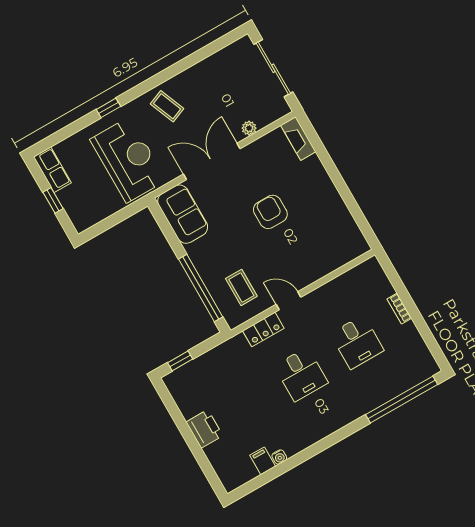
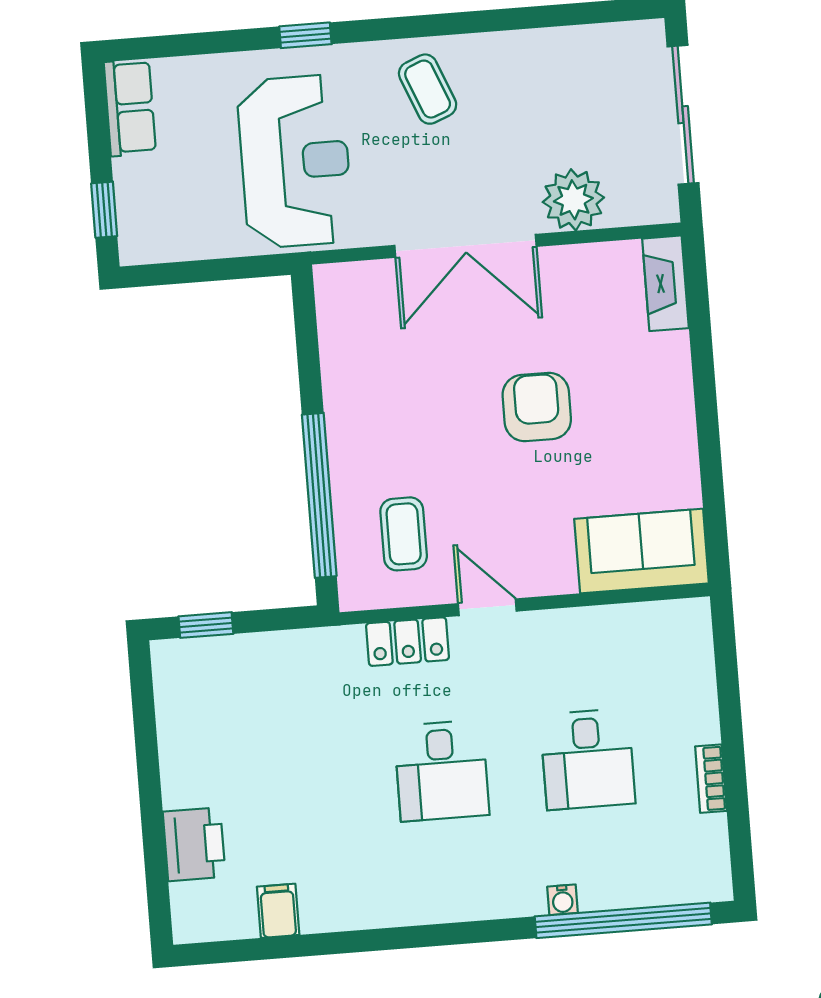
plant: (249, 128) -> (573, 200), width x1.88, depth x1.88
double door: (212, 161) -> (466, 246), swing flipped
window: (53, 200) -> (104, 210), moved
sofa: (183, 214) -> (642, 551), moved, turned -90
bookcase: (399, 309) -> (711, 779), moved
printer: (204, 429) -> (194, 844), moved
water cooler: (279, 457) -> (563, 900), moved

